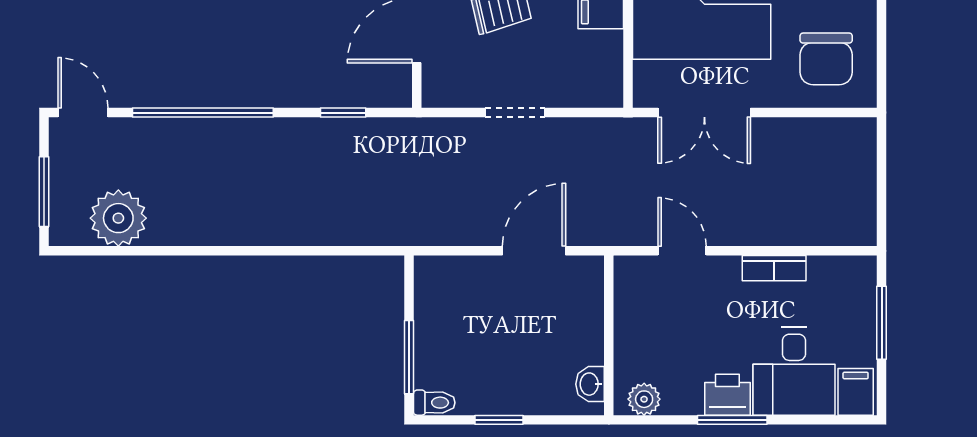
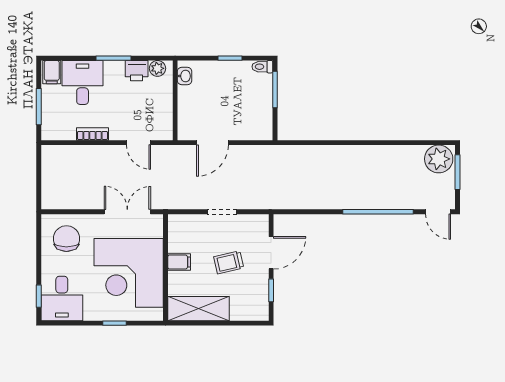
window: (343, 113) -> (308, 212), removed
plant: (118, 218) -> (439, 159), moved
printer: (727, 395) -> (137, 71), moved

